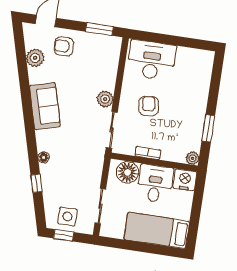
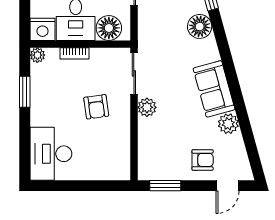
plant: (35, 58) -> (228, 124), moved
desk: (152, 60) -> (51, 154), moved, turned 90
bookcase: (148, 153) -> (74, 53), moved
floor lamp: (44, 157) -> (200, 26), width x1.89, depth x1.89

